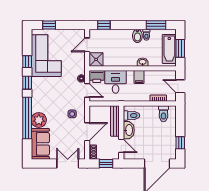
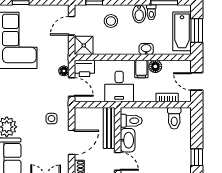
stool: (116, 41) -> (111, 21), added
floor lamp: (149, 75) -> (155, 66), added
desk: (116, 82) -> (119, 86), moved, turned 180

